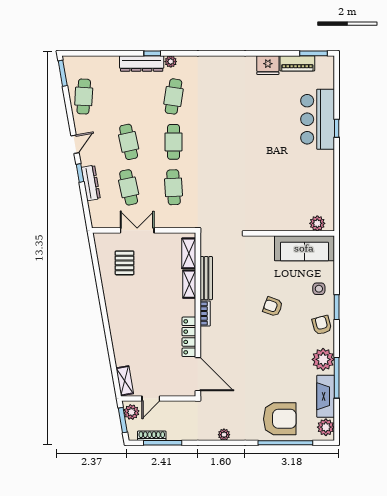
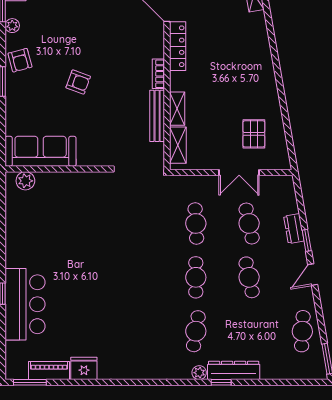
dresser: (91, 183) -> (294, 229), width x0.70
side table: (319, 289) -> (23, 103), removed
plant: (323, 359) -> (12, 26), width x0.53, depth x0.53

